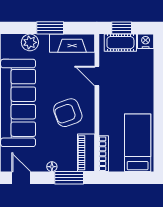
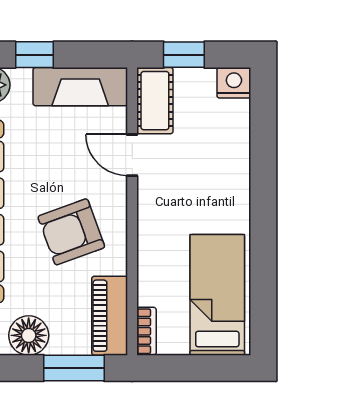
window: (50, 28) -> (34, 55), width x0.67
cot: (120, 43) -> (155, 101), moved, turned 90
bookcase: (104, 154) -> (146, 331), width x0.64
floor lamp: (52, 167) -> (29, 335), width x1.89, depth x1.89

